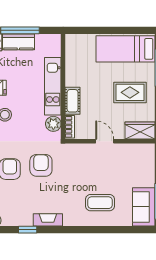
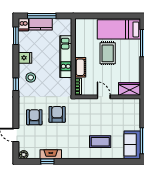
rug: (130, 92) -> (108, 53), moved, turned 90
plant: (53, 124) -> (66, 84), removed
fireplace: (48, 220) -> (51, 154), moved

